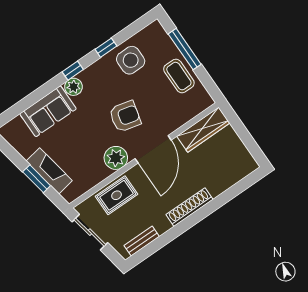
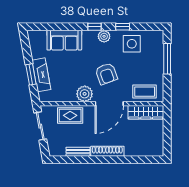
coffee table: (179, 76) -> (145, 92), moved, turned 90
plant: (73, 87) -> (104, 36), moved
armchair: (125, 116) -> (106, 74), turned 56
bench: (142, 241) -> (78, 152), moved

